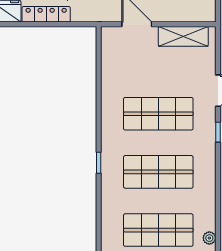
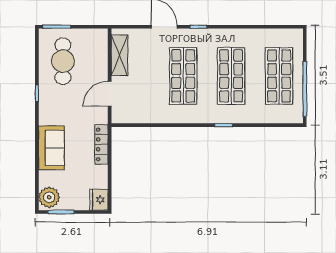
locker: (46, 14) -> (101, 144), moved
plant: (209, 238) -> (286, 34), removed

